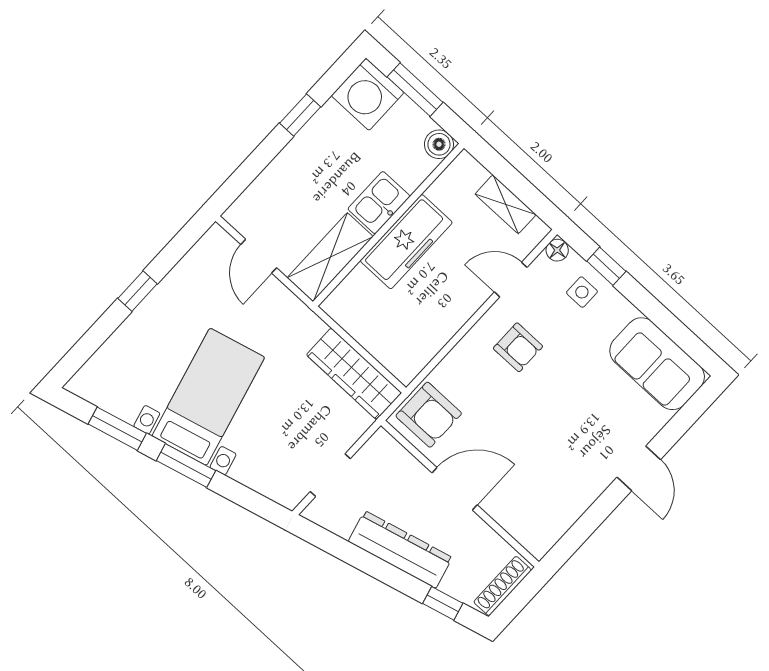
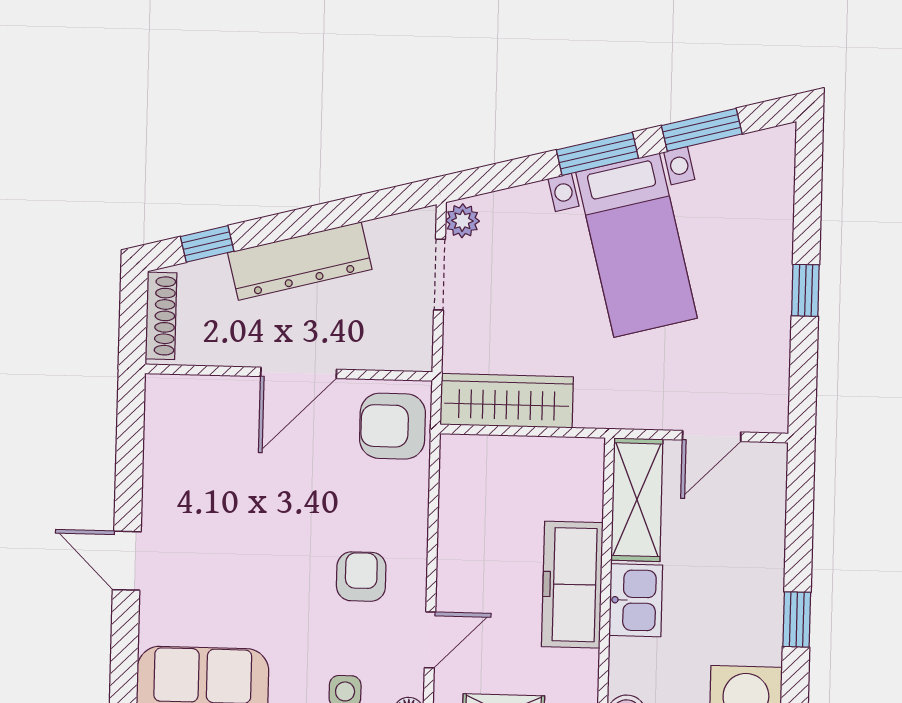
door: (259, 256) -> (712, 436), swing flipped
armchair: (518, 347) -> (361, 577), turned 90
plant: (292, 494) -> (462, 221), added

